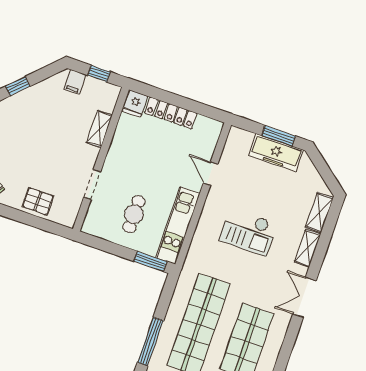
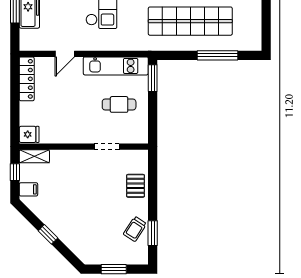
locker: (171, 113) -> (27, 79), moved
shelving: (99, 129) -> (34, 156), moved

